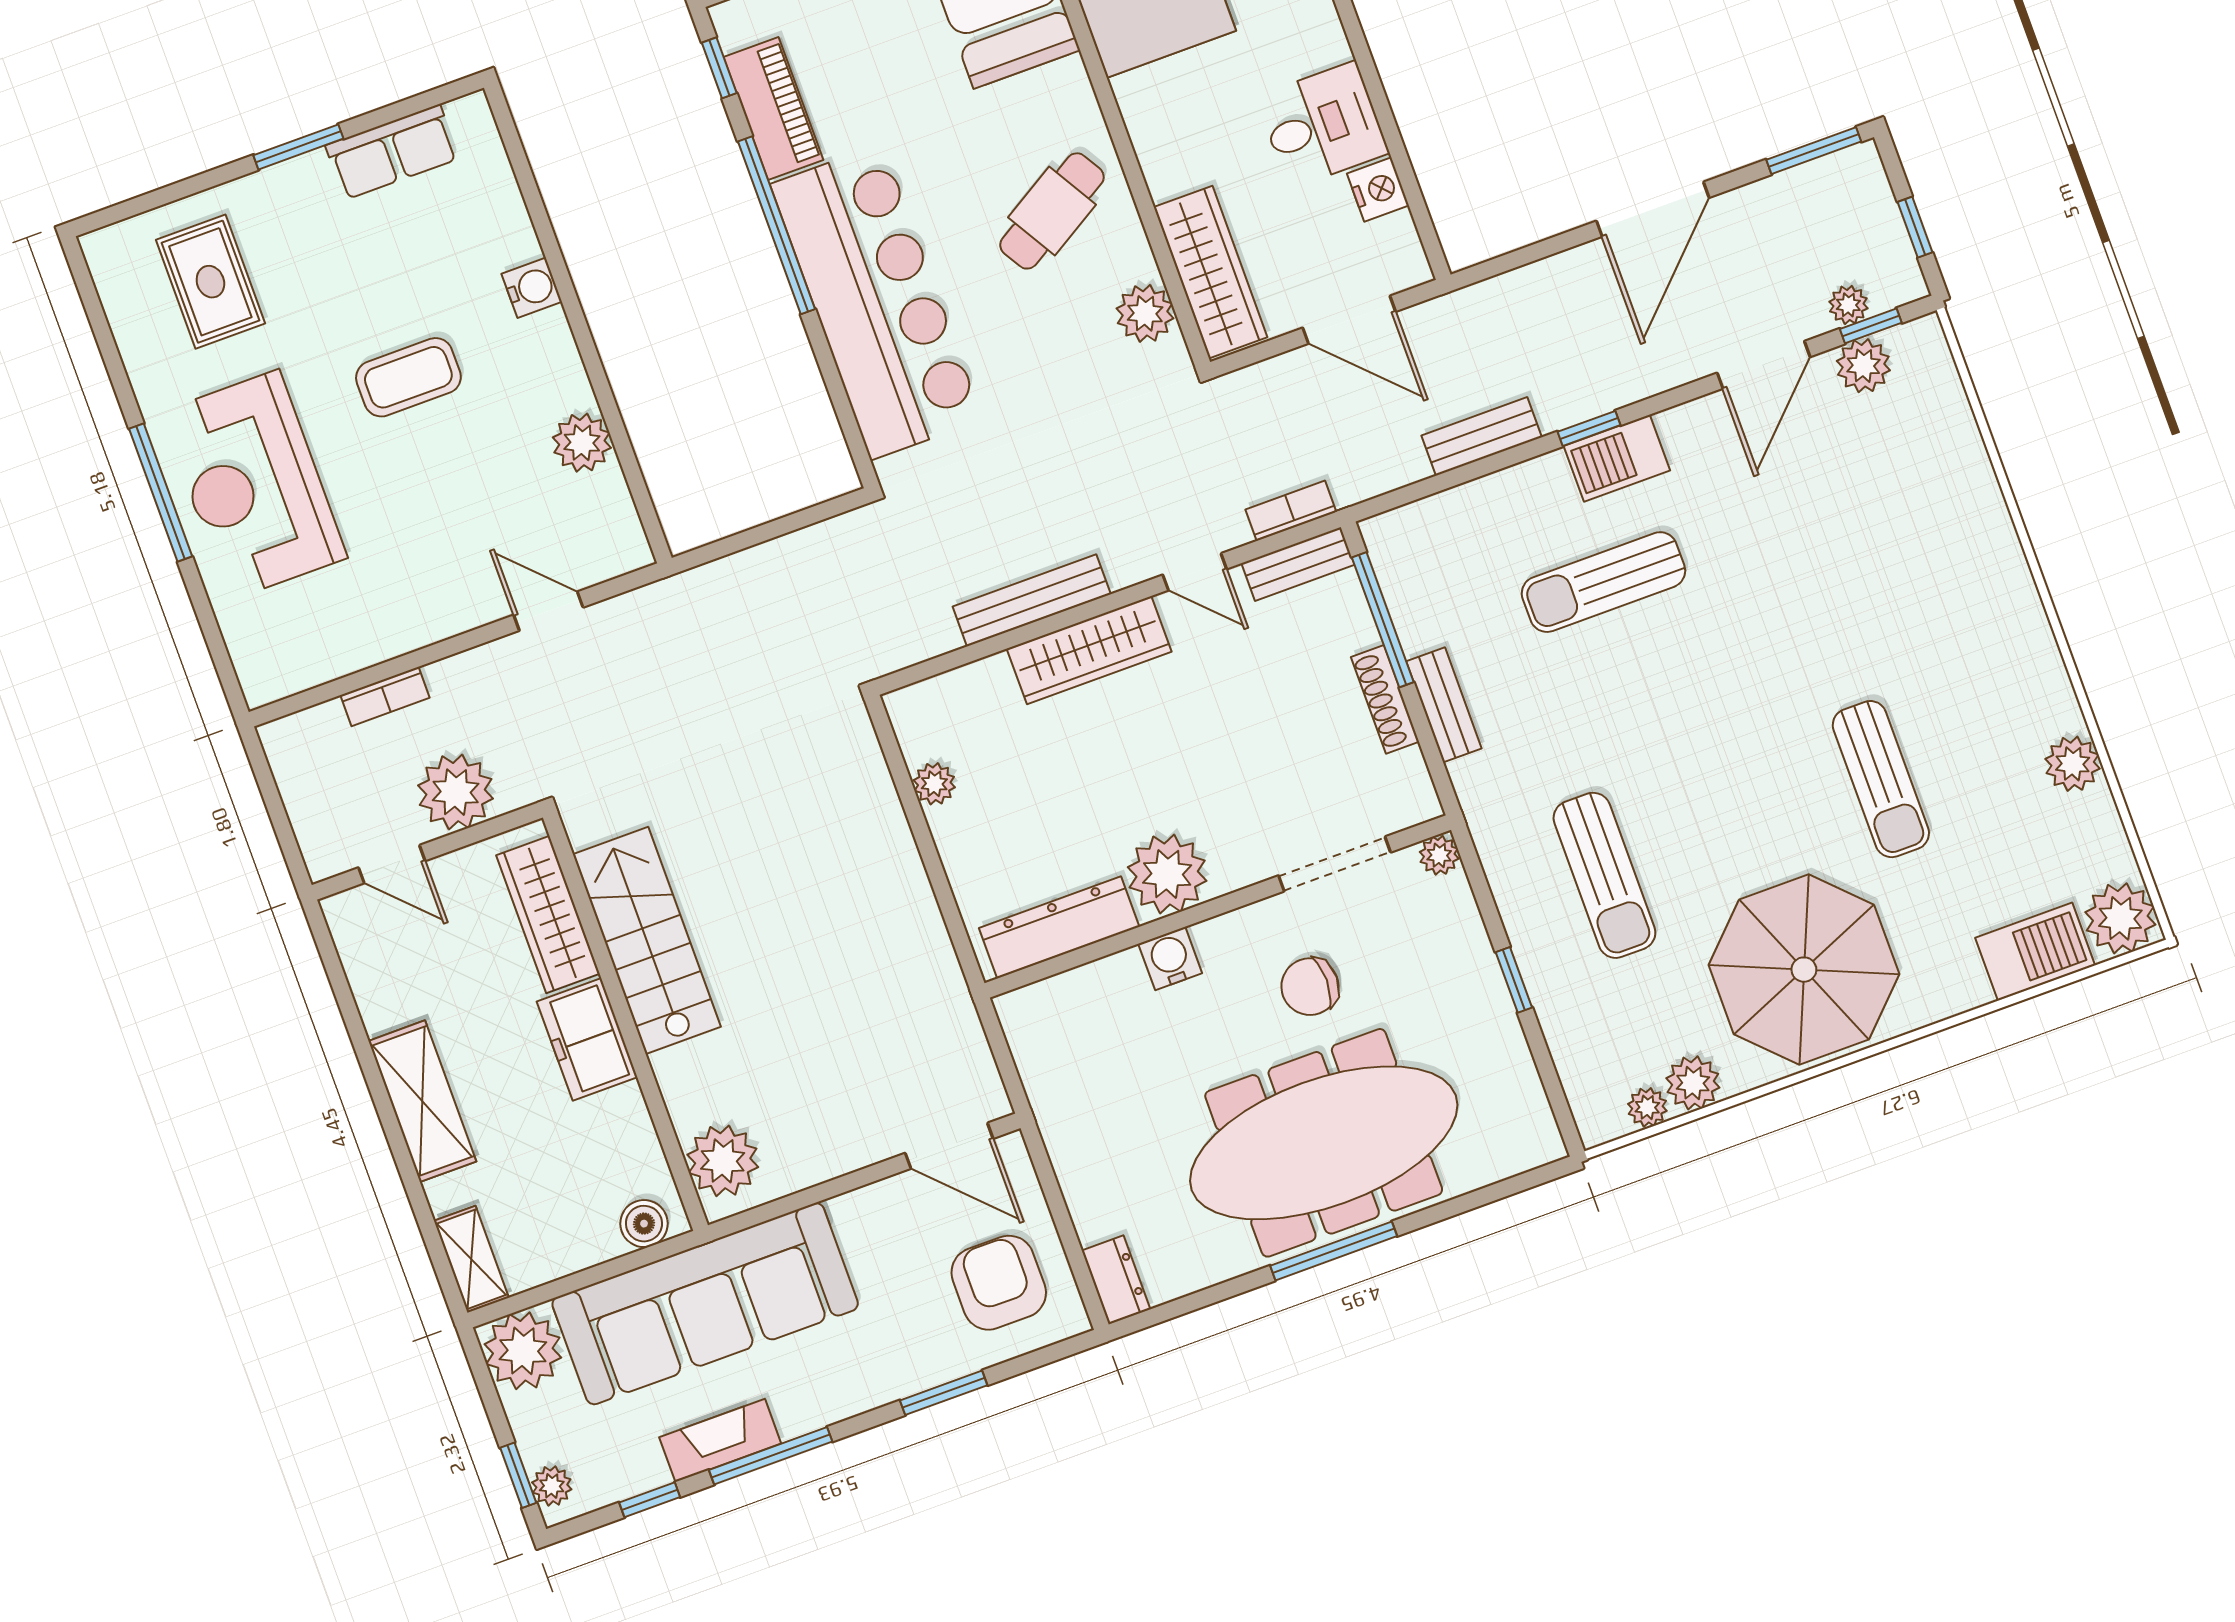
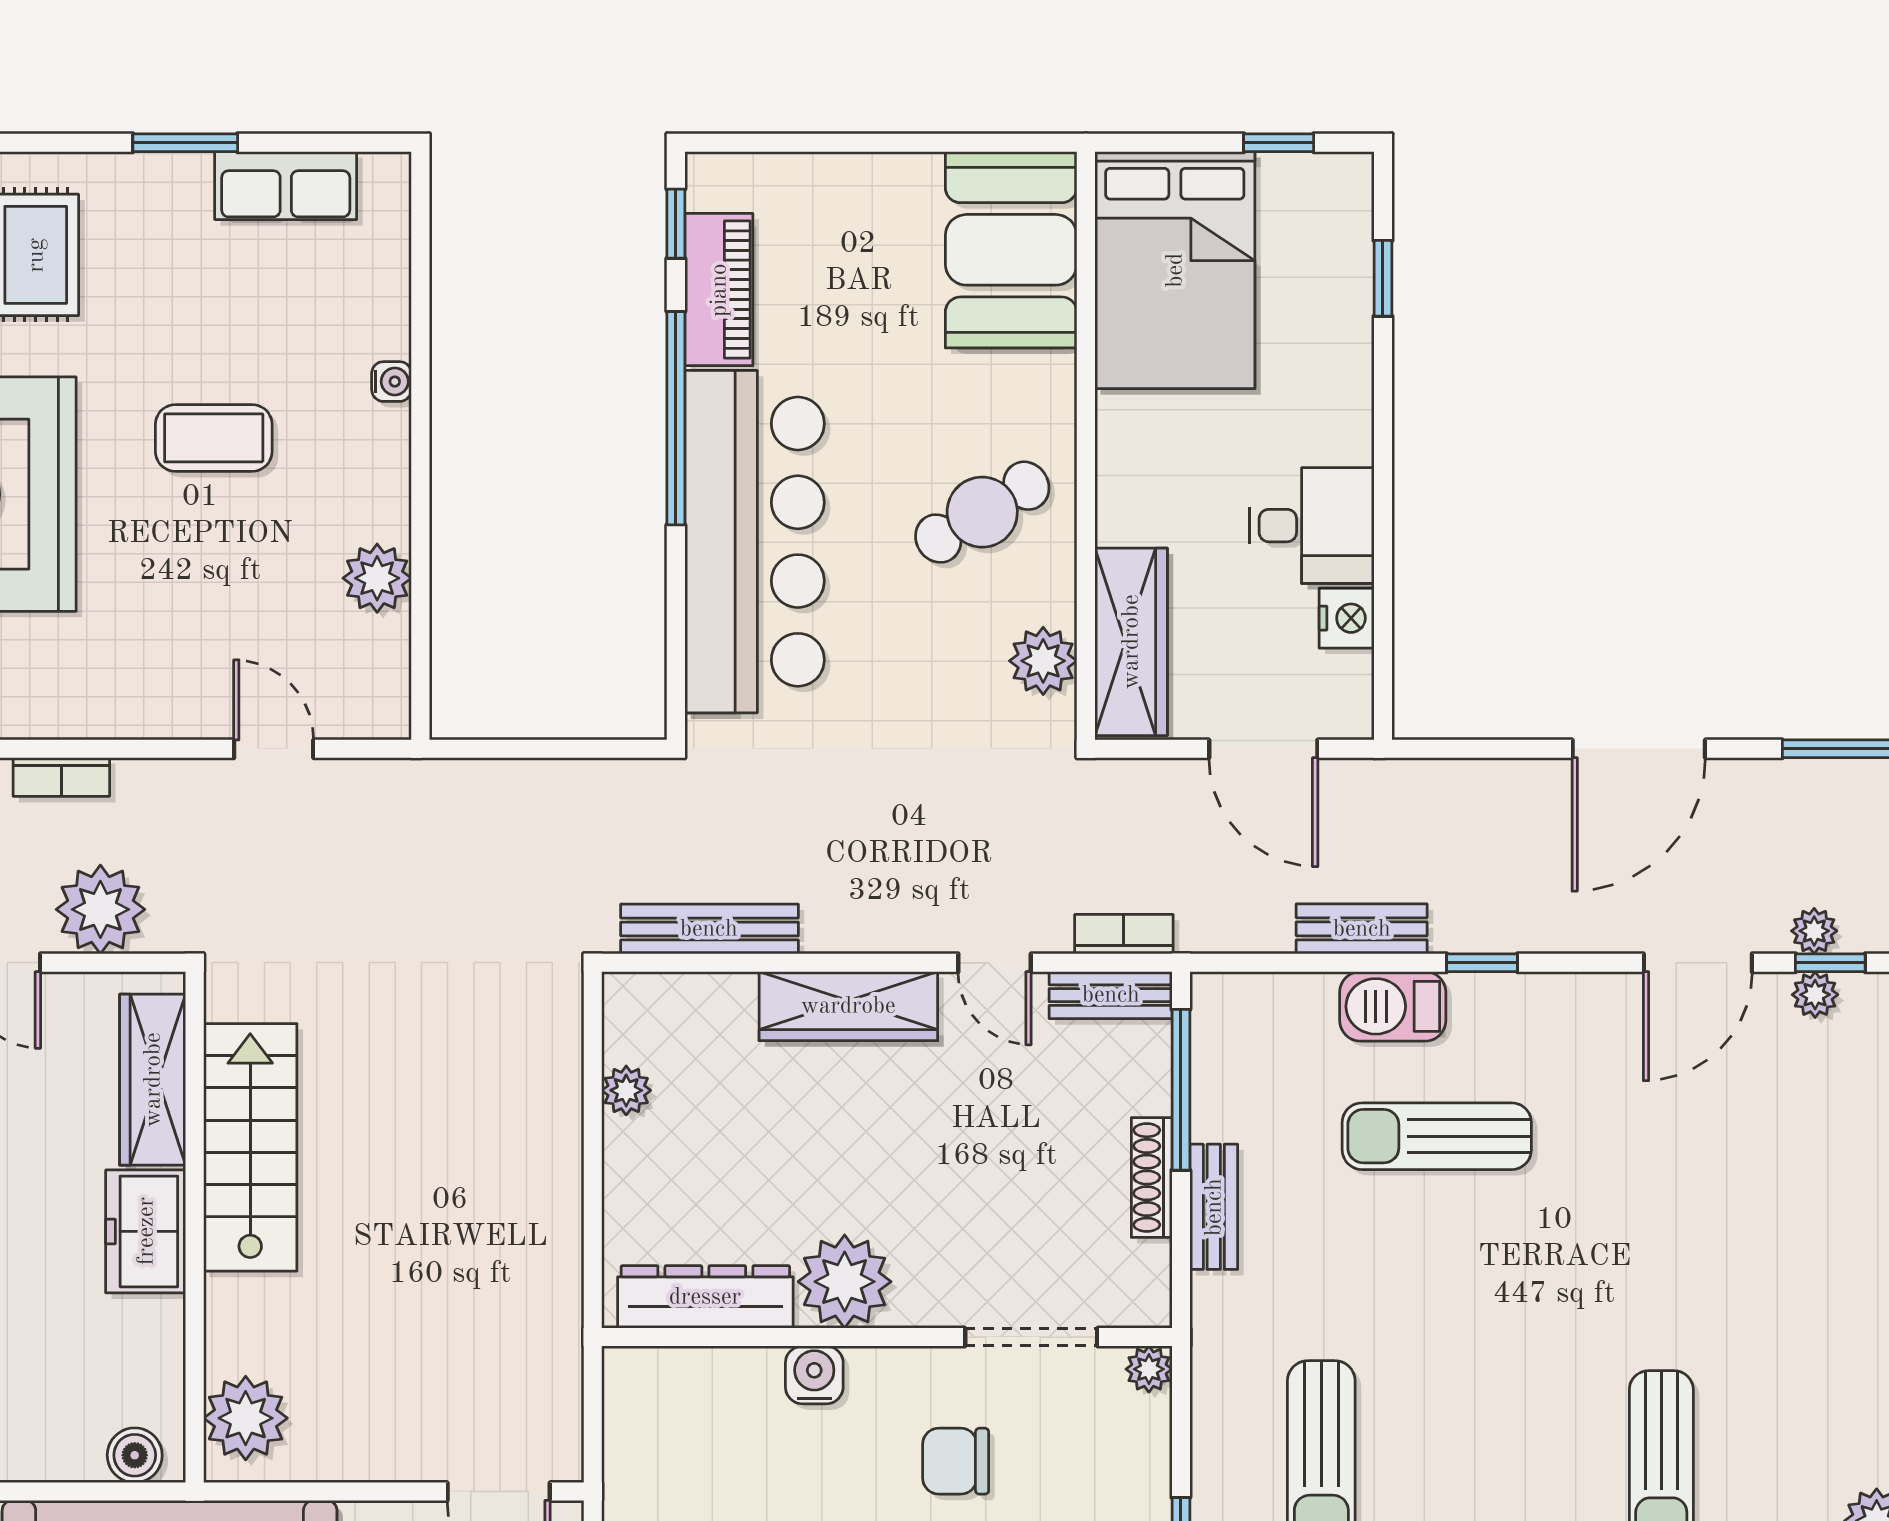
water cooler: (532, 288) -> (392, 382), width x0.72, depth x0.72
plant: (1863, 366) -> (1815, 995), width x0.73, depth x0.73
barbecue: (1617, 458) -> (1393, 1006), moved
bench: (1032, 600) -> (709, 929), moved

